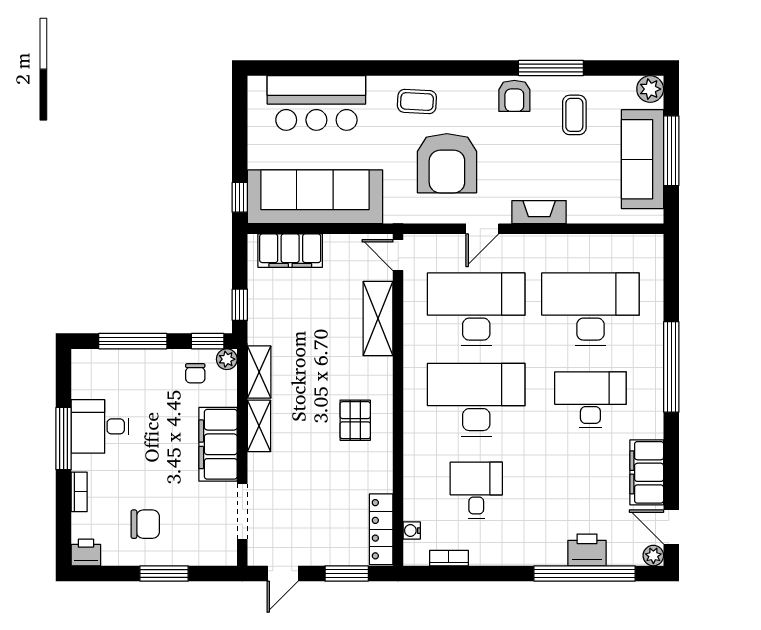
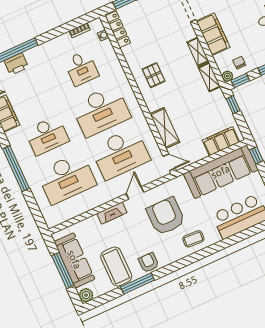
coffee table: (574, 115) -> (116, 266), width x1.86, depth x1.72

